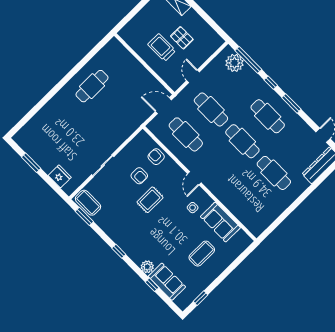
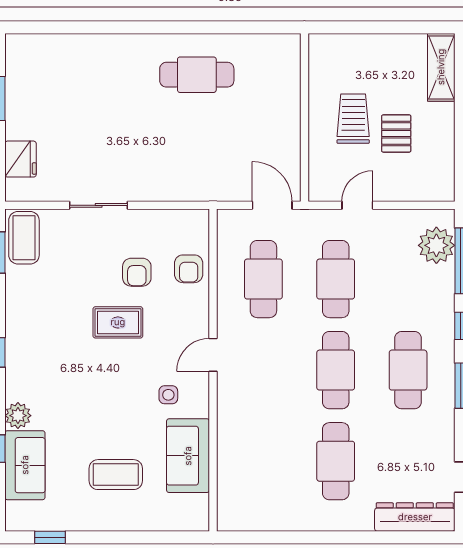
armchair: (156, 157) -> (189, 269), turned 180

